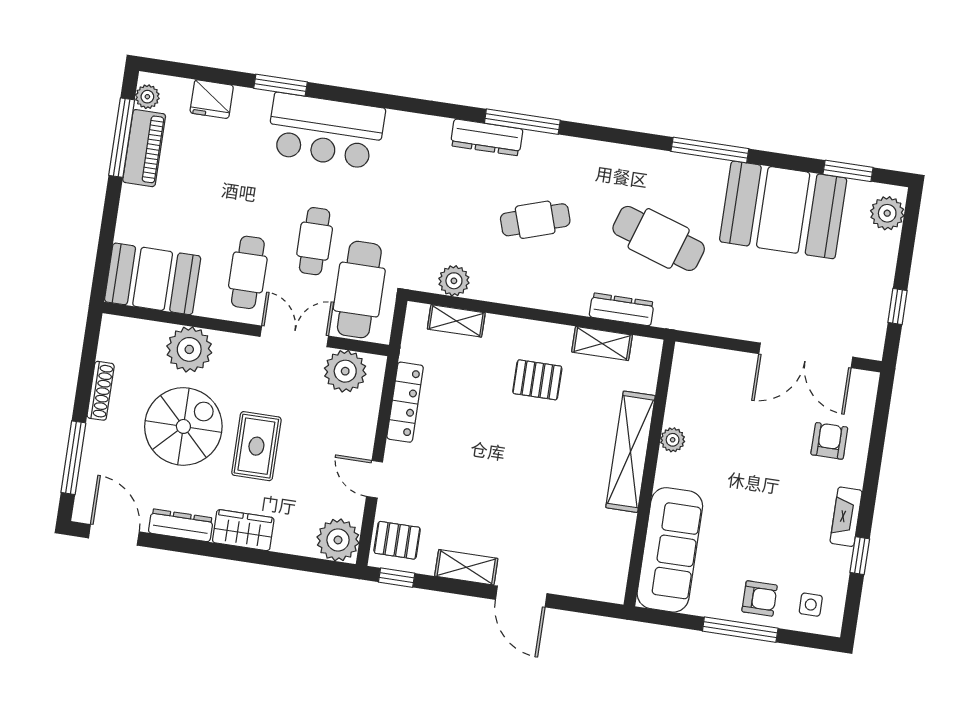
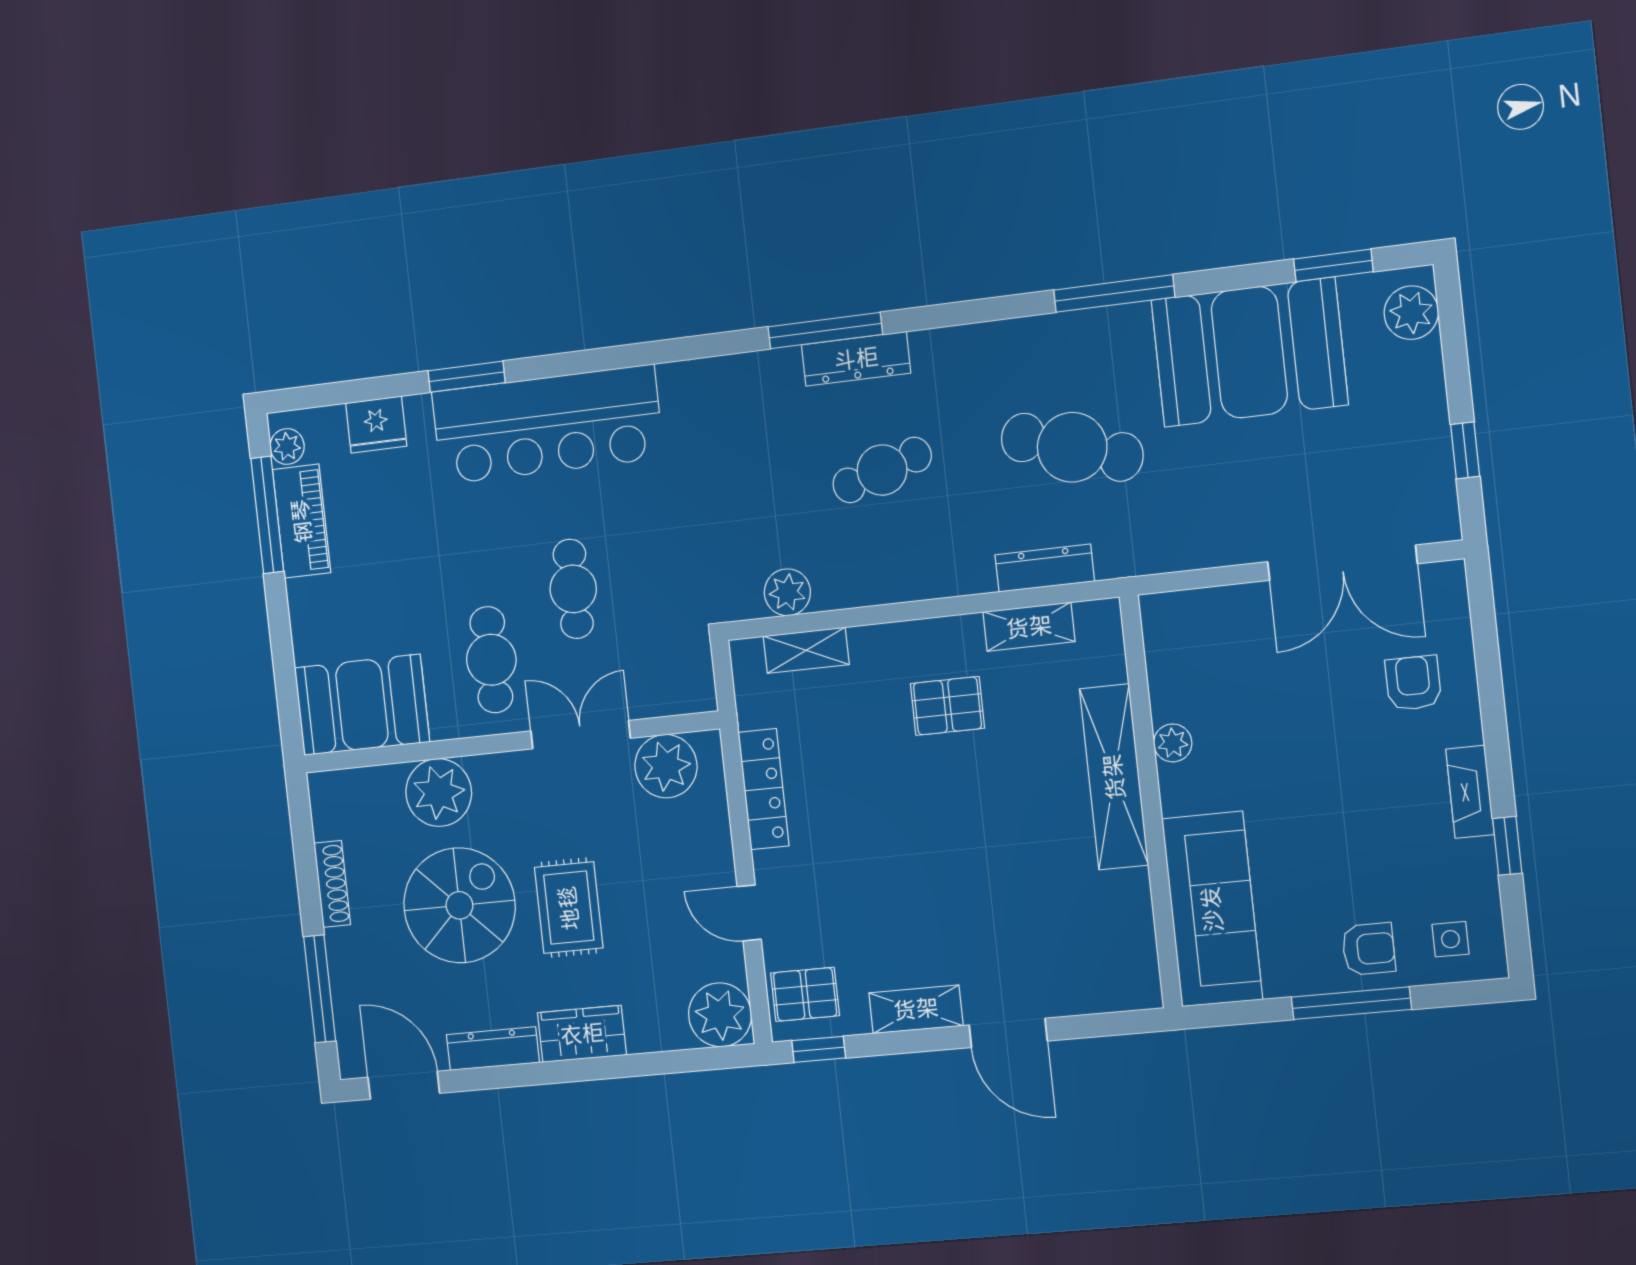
bar counter: (326, 131) -> (547, 425), width x1.36
dresser: (487, 137) -> (856, 359), moved
cafe table: (359, 290) -> (655, 642), removed

